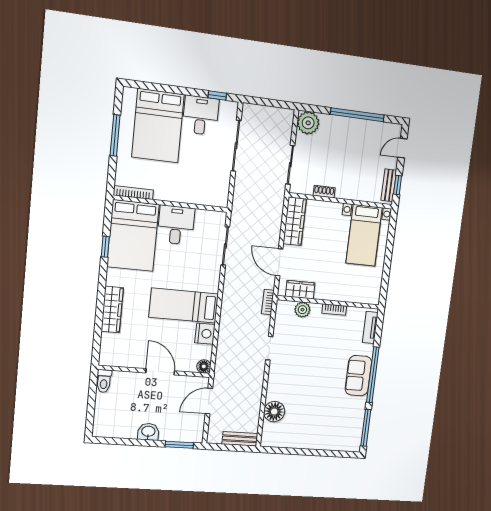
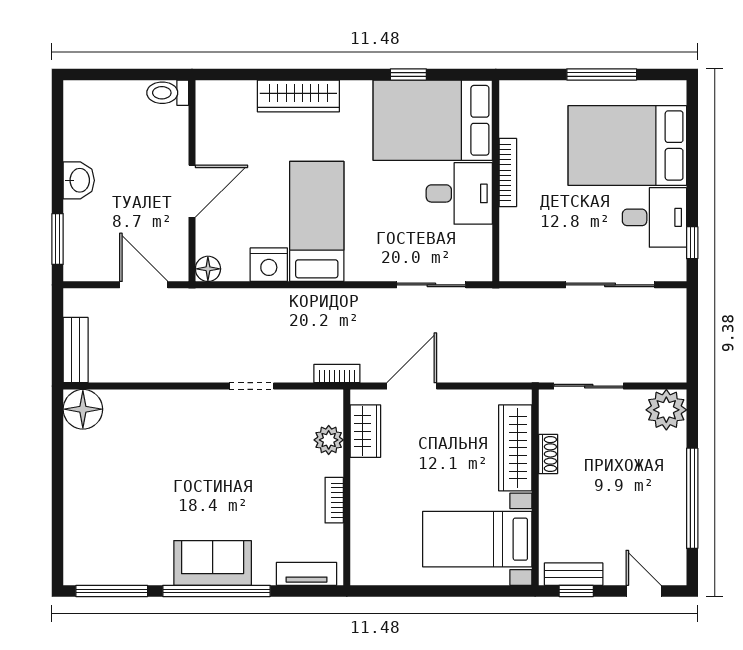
bookcase: (133, 193) -> (508, 173), moved
wardrobe: (295, 221) -> (515, 448), moved, turned 90
floor lamp: (274, 412) -> (83, 409), moved

